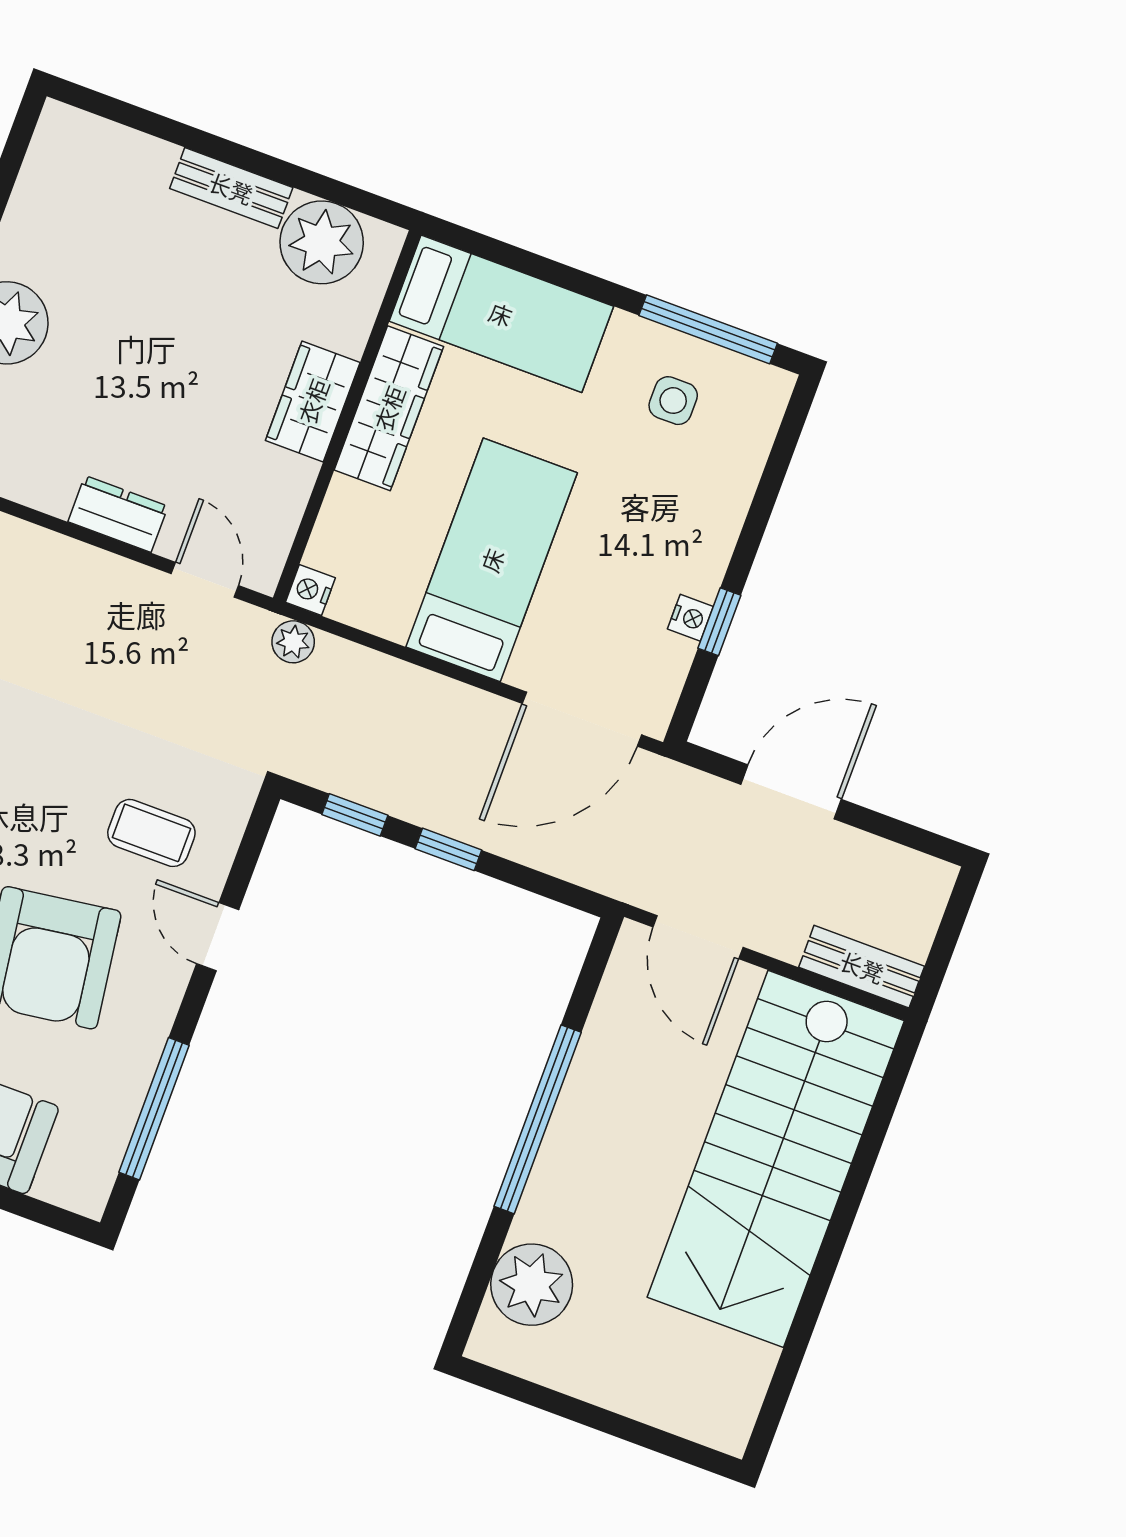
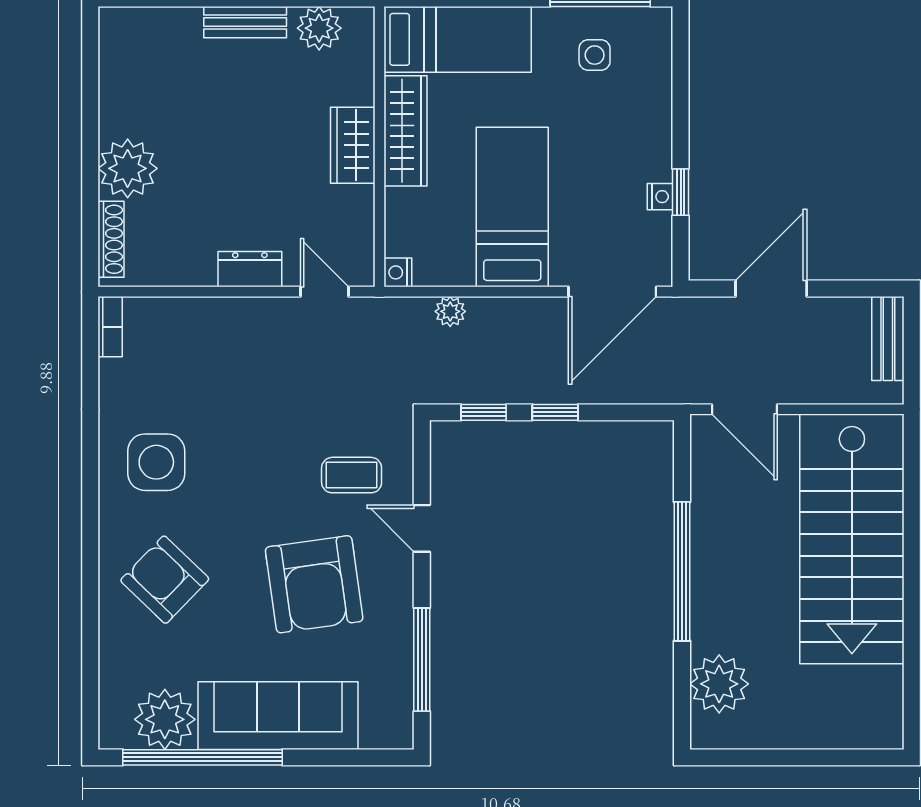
plant: (322, 242) -> (319, 28), width x0.73, depth x0.73
plant: (293, 642) -> (450, 311), moved
bench: (862, 967) -> (888, 339), moved, turned 90

